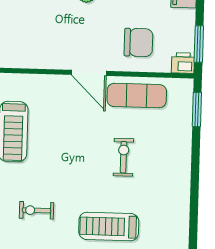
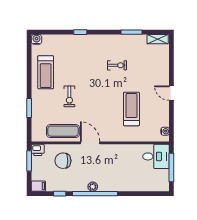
window: (197, 109) -> (29, 108), moved
treadmill: (109, 226) -> (46, 72), moved, turned 90

